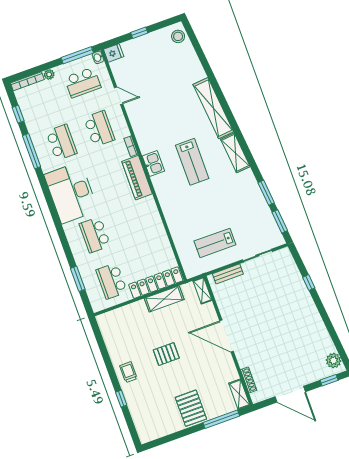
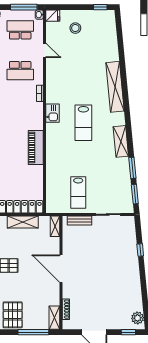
window: (139, 33) -> (100, 7), moved
stool: (178, 36) -> (75, 28), moved
school desk: (83, 82) -> (20, 30), turned 180
school desk: (99, 129) -> (20, 71), turned 90
shelving: (235, 153) -> (121, 141), moved
piano: (137, 178) -> (36, 147), moved
lab bench: (215, 243) -> (78, 193), turned -90

